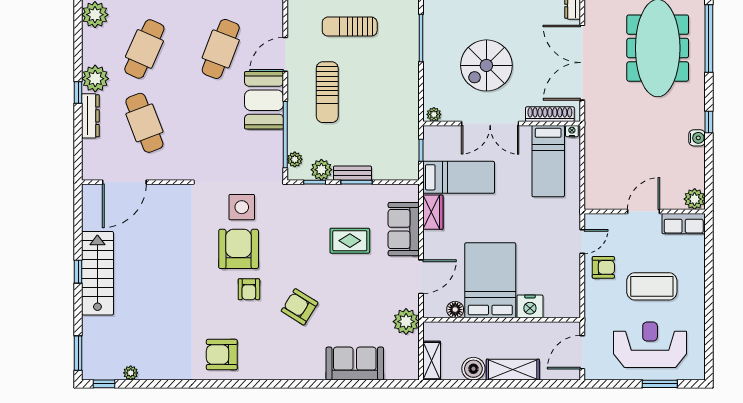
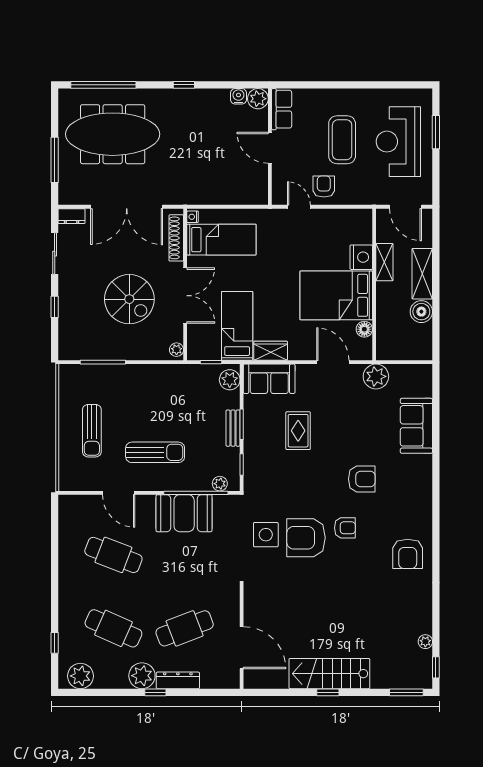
booth: (264, 100) -> (184, 513), moved
water cooler: (697, 138) -> (238, 96), moved
plant: (321, 170) -> (230, 380), moved
sofa: (404, 229) -> (269, 379), moved
armchair: (300, 307) -> (362, 479), turned -122
shelving: (432, 361) -> (384, 262), moved, turned 90

